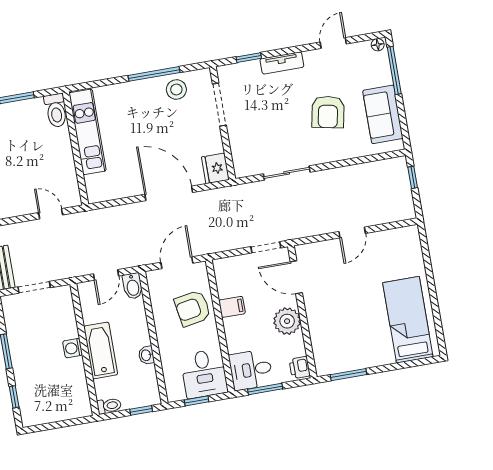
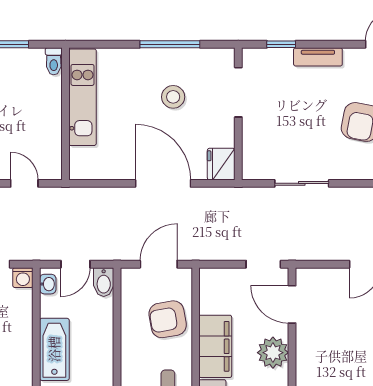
stool: (176, 90) -> (173, 97), moved
toilet: (56, 110) -> (54, 61), width x0.73, depth x0.72
filing cabinet: (232, 307) -> (215, 346), width x3.00, depth x1.17
washing machine: (73, 348) -> (23, 278), moved, turned -90
washbasin: (146, 355) -> (48, 284), moved, turned 180

